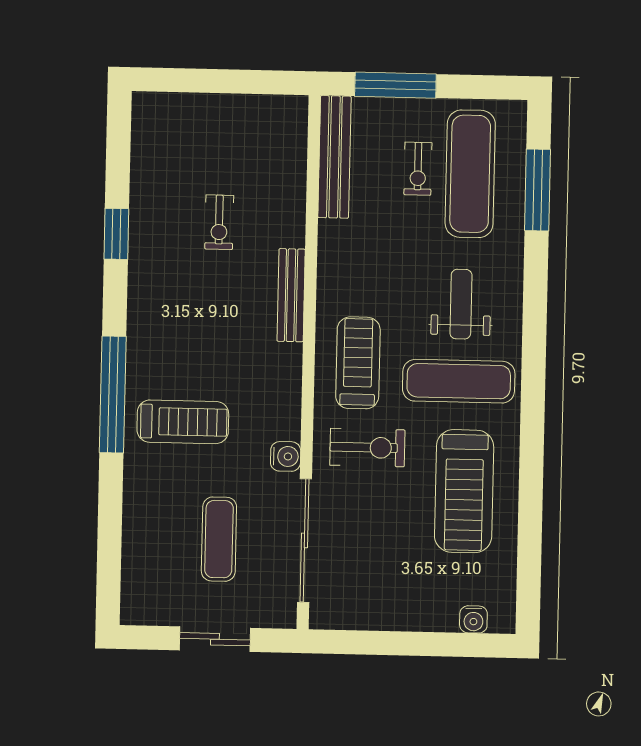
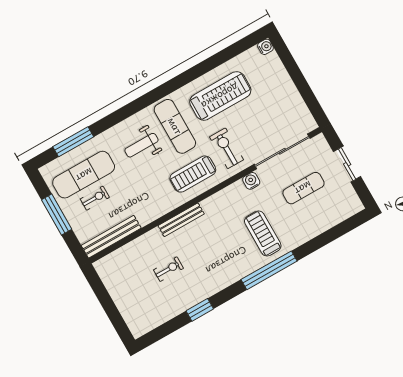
window: (395, 85) -> (57, 214), moved
water cooler: (473, 619) -> (265, 47), moved

